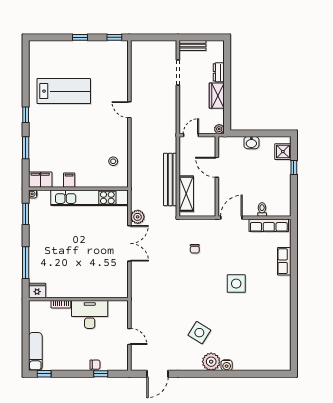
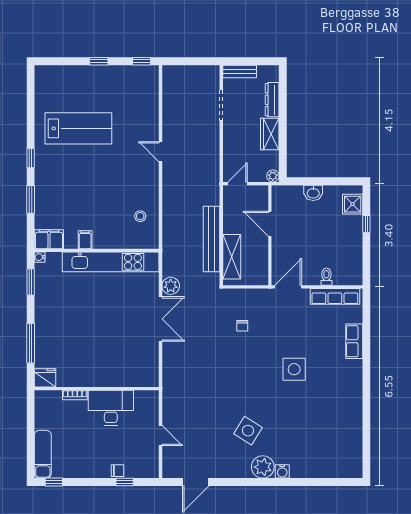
dresser: (219, 72) -> (272, 100), width x1.44

